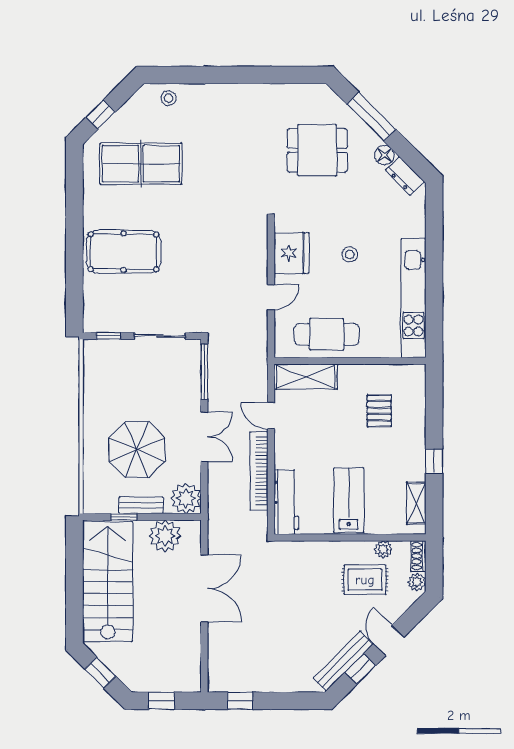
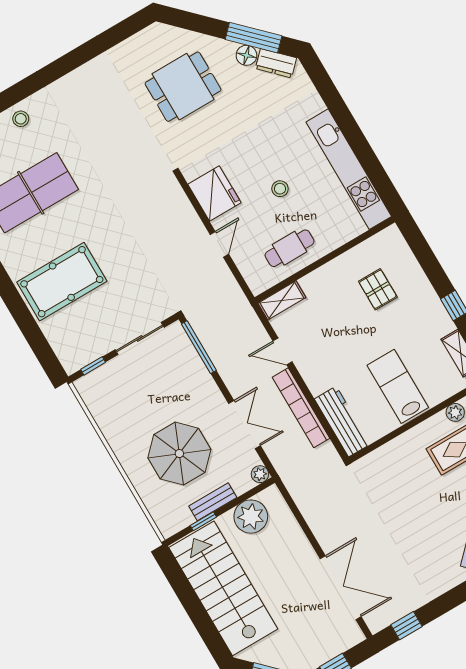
window: (371, 117) -> (254, 38), moved
stool: (350, 254) -> (280, 189), moved
cafe table: (327, 334) -> (290, 248), width x0.73, depth x0.74
shelving: (306, 377) -> (282, 300), width x0.67, depth x0.75
double door: (204, 437) -> (245, 425), moved
plant: (186, 498) -> (260, 474), width x0.53, depth x0.53
double door: (204, 588) -> (341, 588), moved

